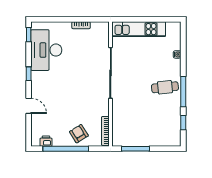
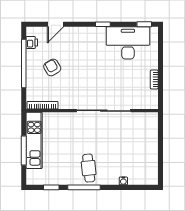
kitchen unit: (139, 29) -> (34, 140), moved, turned 180
door: (29, 106) -> (55, 24), moved
armchair: (79, 134) -> (52, 67), moved, turned -88
window: (136, 149) -> (24, 150), moved

